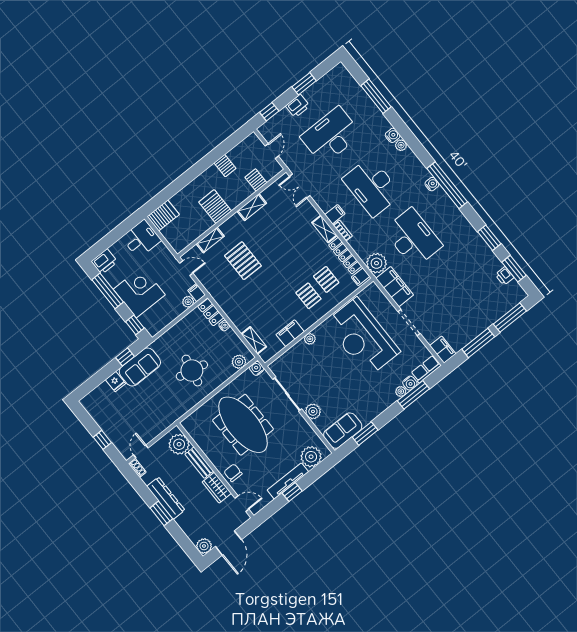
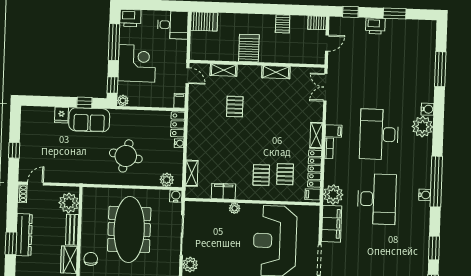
desk: (331, 136) -> (381, 70), removed
plant: (401, 145) -> (422, 127), width x1.87, depth x1.87
server rack: (256, 180) -> (317, 23), moved, turned -90
water cooler: (432, 184) -> (425, 195), moved
pallet: (243, 261) -> (235, 107), width x0.67, depth x0.71
plant: (188, 302) -> (123, 101), moved

